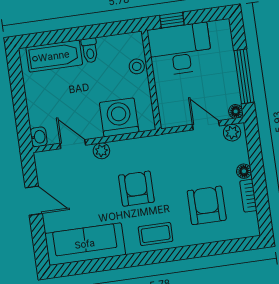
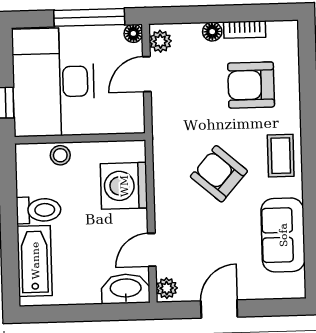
desk: (180, 49) -> (53, 82), width x1.36, depth x1.30
toilet: (90, 50) -> (39, 210), width x1.37, depth x1.39
washbasin: (39, 137) -> (126, 289), width x1.91, depth x1.45
plant: (101, 151) -> (167, 288), moved
armchair: (136, 189) -> (219, 174), turned 41
sofa: (85, 244) -> (283, 235), width x0.73

